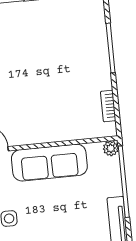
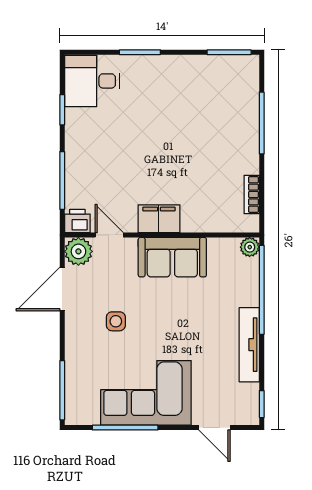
filing cabinet: (36, 133) -> (159, 219), added
sofa: (49, 163) -> (172, 257), width x0.73

